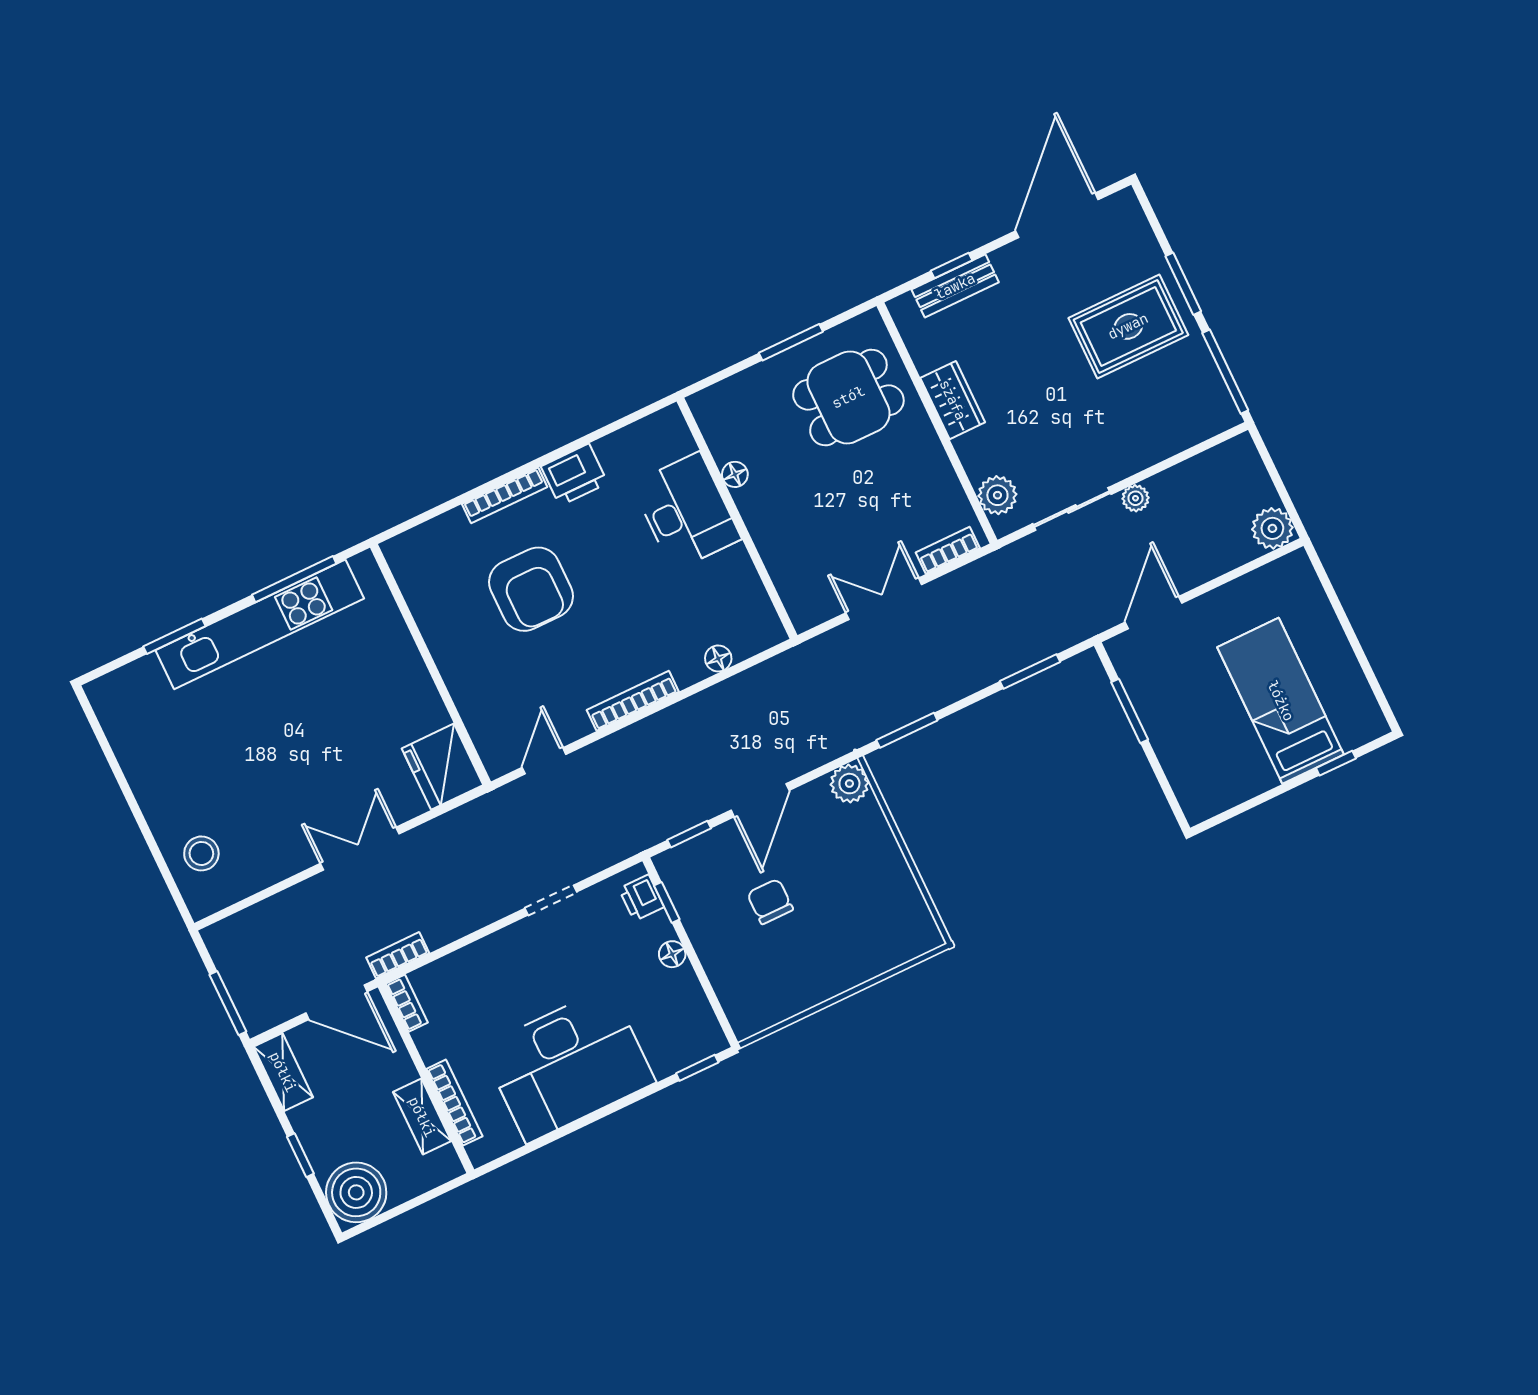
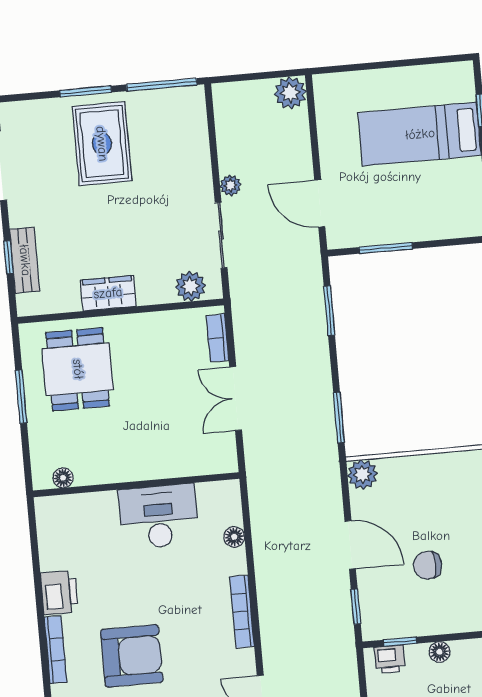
floor lamp: (735, 474) -> (63, 478), moved
desk: (686, 511) -> (159, 516), moved

